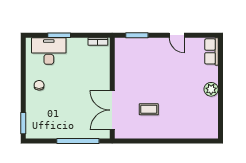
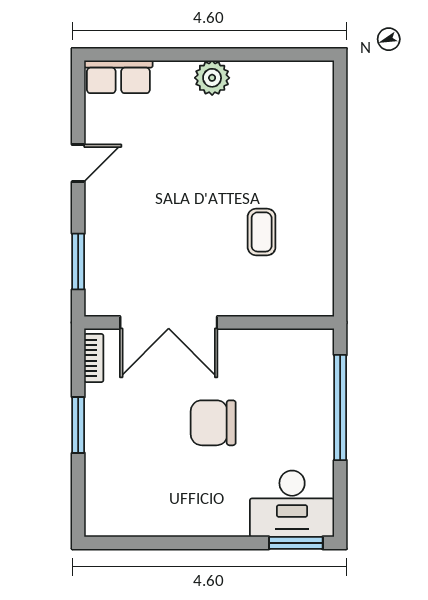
window: (59, 35) -> (78, 425), moved
desk: (49, 51) -> (292, 504), moved, turned -90
chair: (39, 85) -> (213, 423), moved, width x1.87, depth x1.87
double door: (112, 110) -> (169, 323), moved

